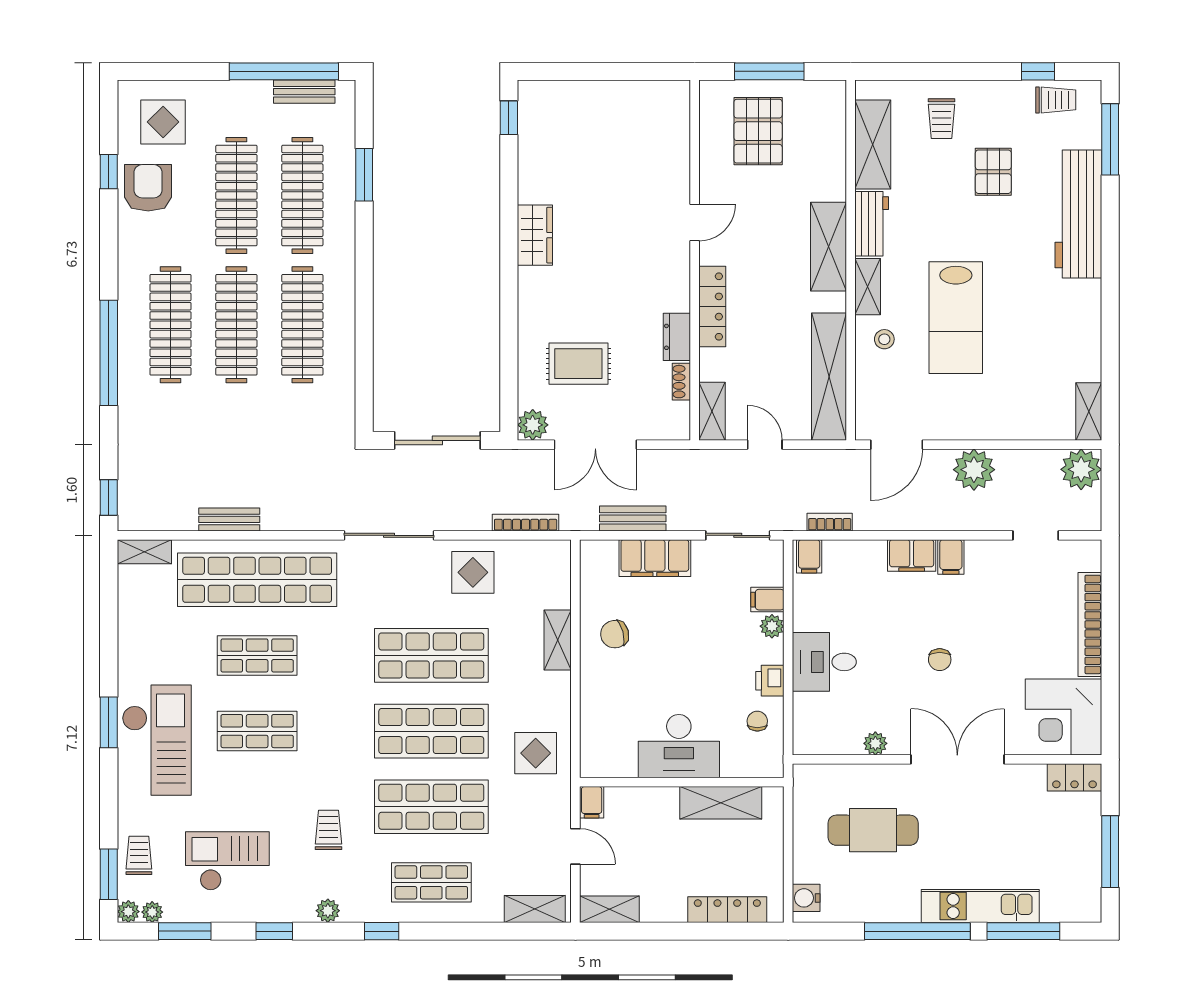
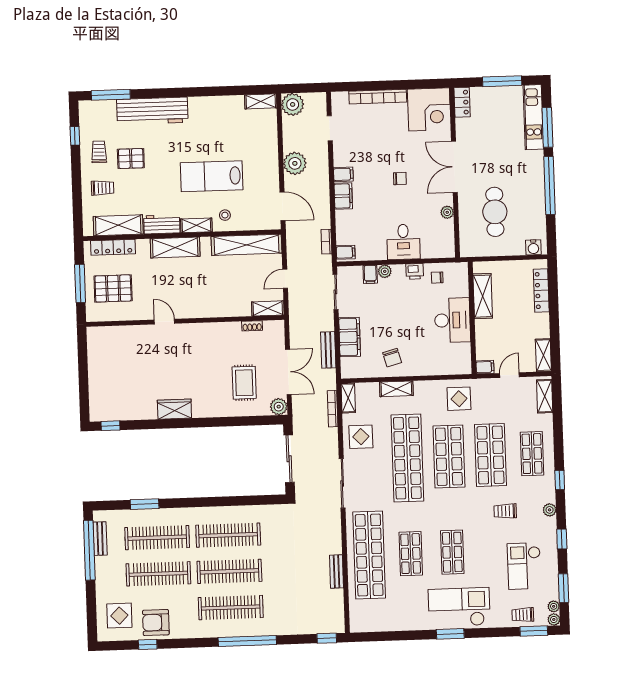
trolley: (1056, 100) -> (99, 152), moved
locker: (712, 307) -> (113, 247), moved, turned 180
lab bench: (956, 318) -> (212, 176), turned 180
dresser: (677, 337) -> (228, 329), removed
shelving: (144, 552) -> (348, 398), moved
shop shelf: (431, 655) -> (407, 458), width x1.40
kitchen unit: (980, 906) -> (533, 117), moved

